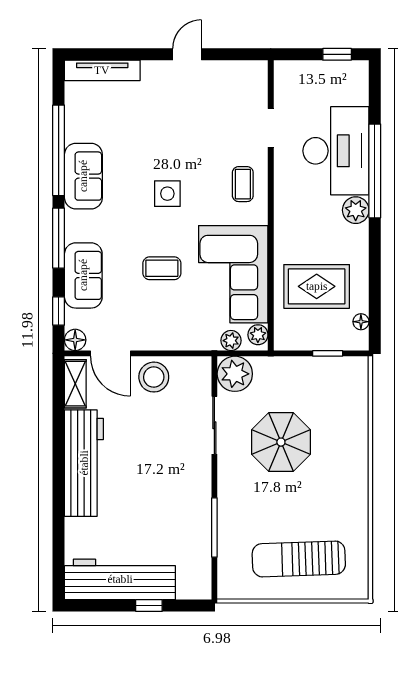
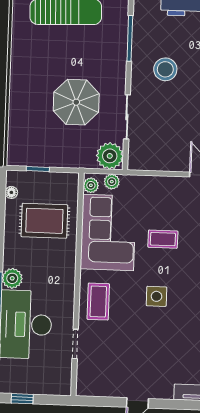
coffee table: (243, 184) -> (98, 302), width x1.36, depth x1.30
stool: (154, 377) -> (165, 69), moved

